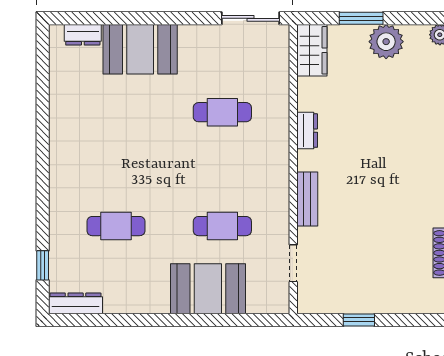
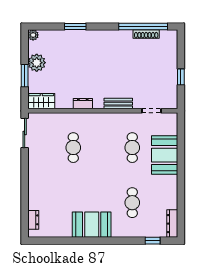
booth: (140, 49) -> (92, 225), moved, turned 90

